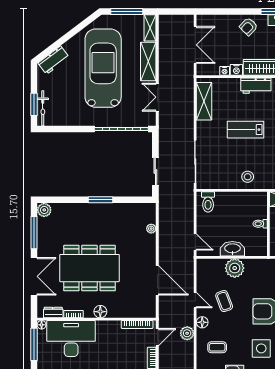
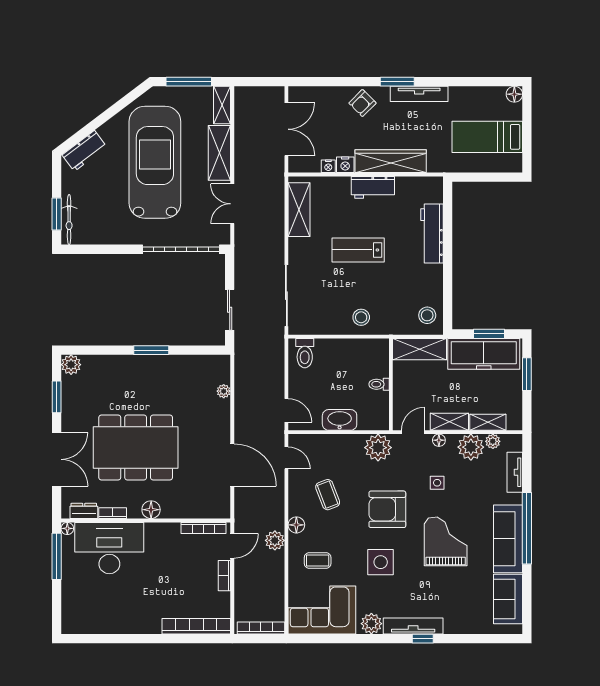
window: (34, 233) -> (57, 397), width x0.69
plant: (235, 268) -> (378, 448), moved
door: (195, 300) -> (286, 458), moved

